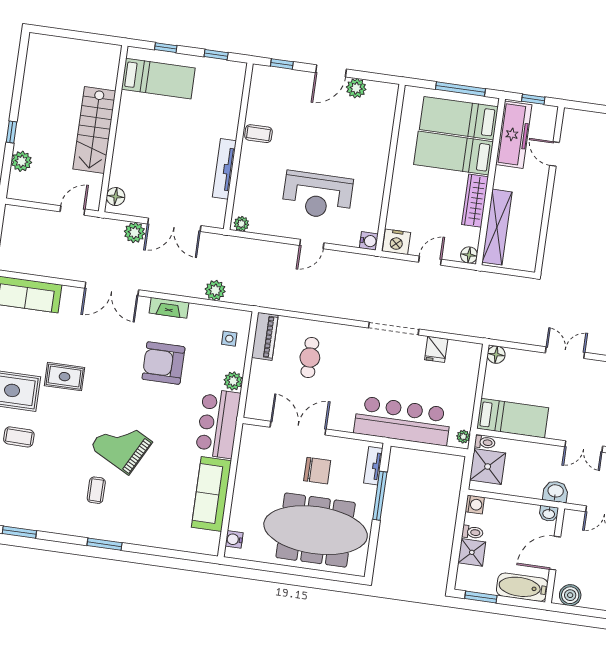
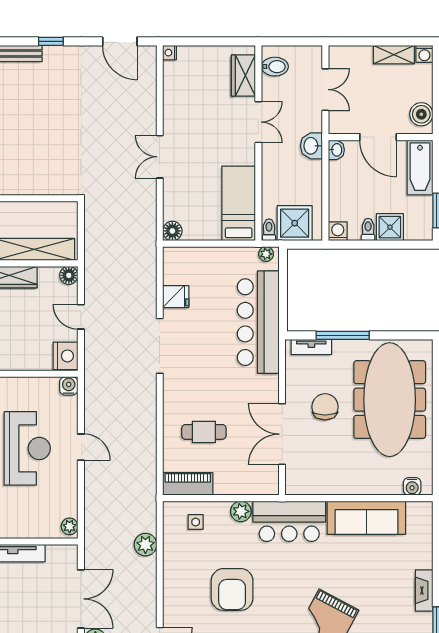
fireplace: (169, 308) -> (424, 590), moved, turned 180

